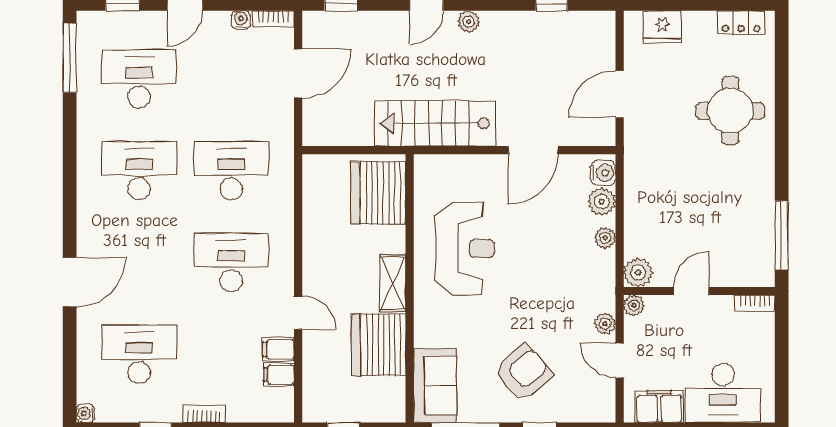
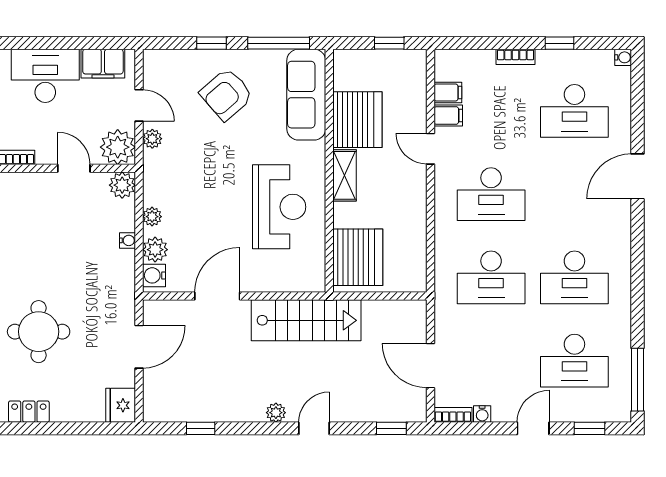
fridge: (662, 27) -> (121, 405), moved, turned -90
door: (298, 73) -> (430, 366), hinge flipped
water cooler: (632, 211) -> (128, 240), added
reception desk: (465, 249) -> (279, 207), turned 180
door: (691, 291) -> (74, 168), swing flipped
plant: (634, 305) -> (118, 147), width x1.87, depth x1.87
sofa: (435, 386) -> (306, 95), width x1.36

